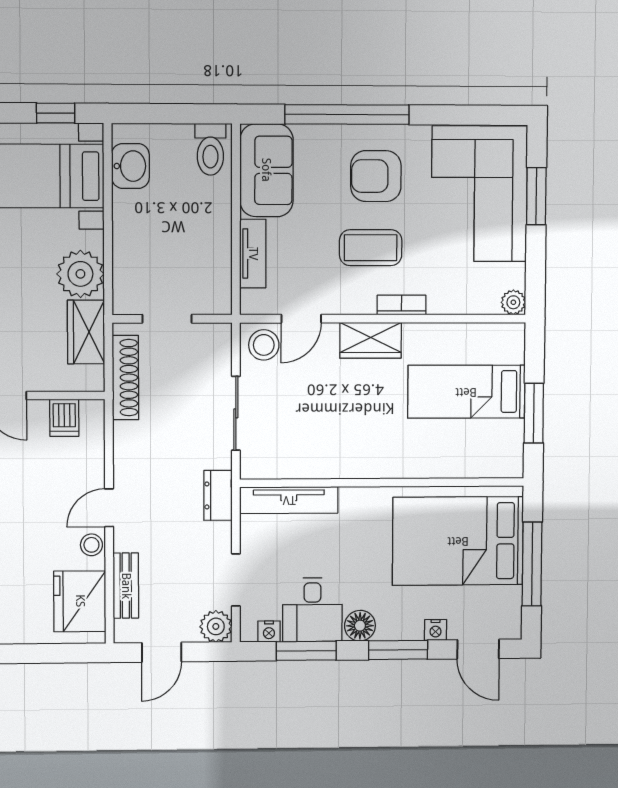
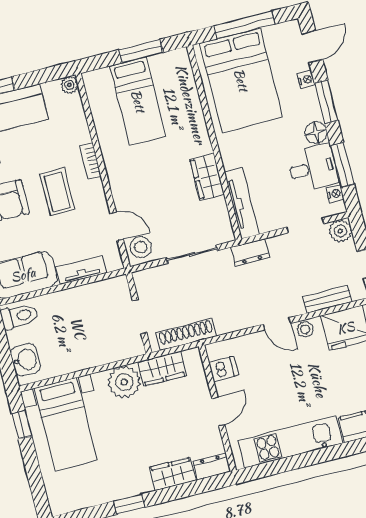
washbasin: (130, 166) -> (25, 360), moved, turned 90
wardrobe: (371, 340) -> (207, 177), moved, turned 180

